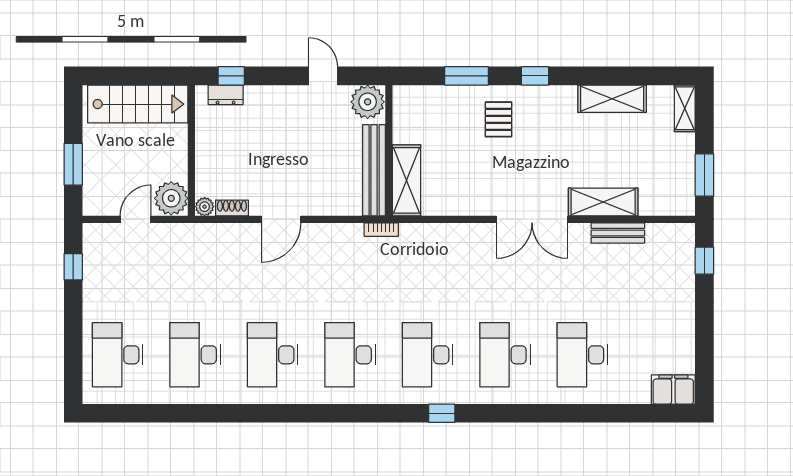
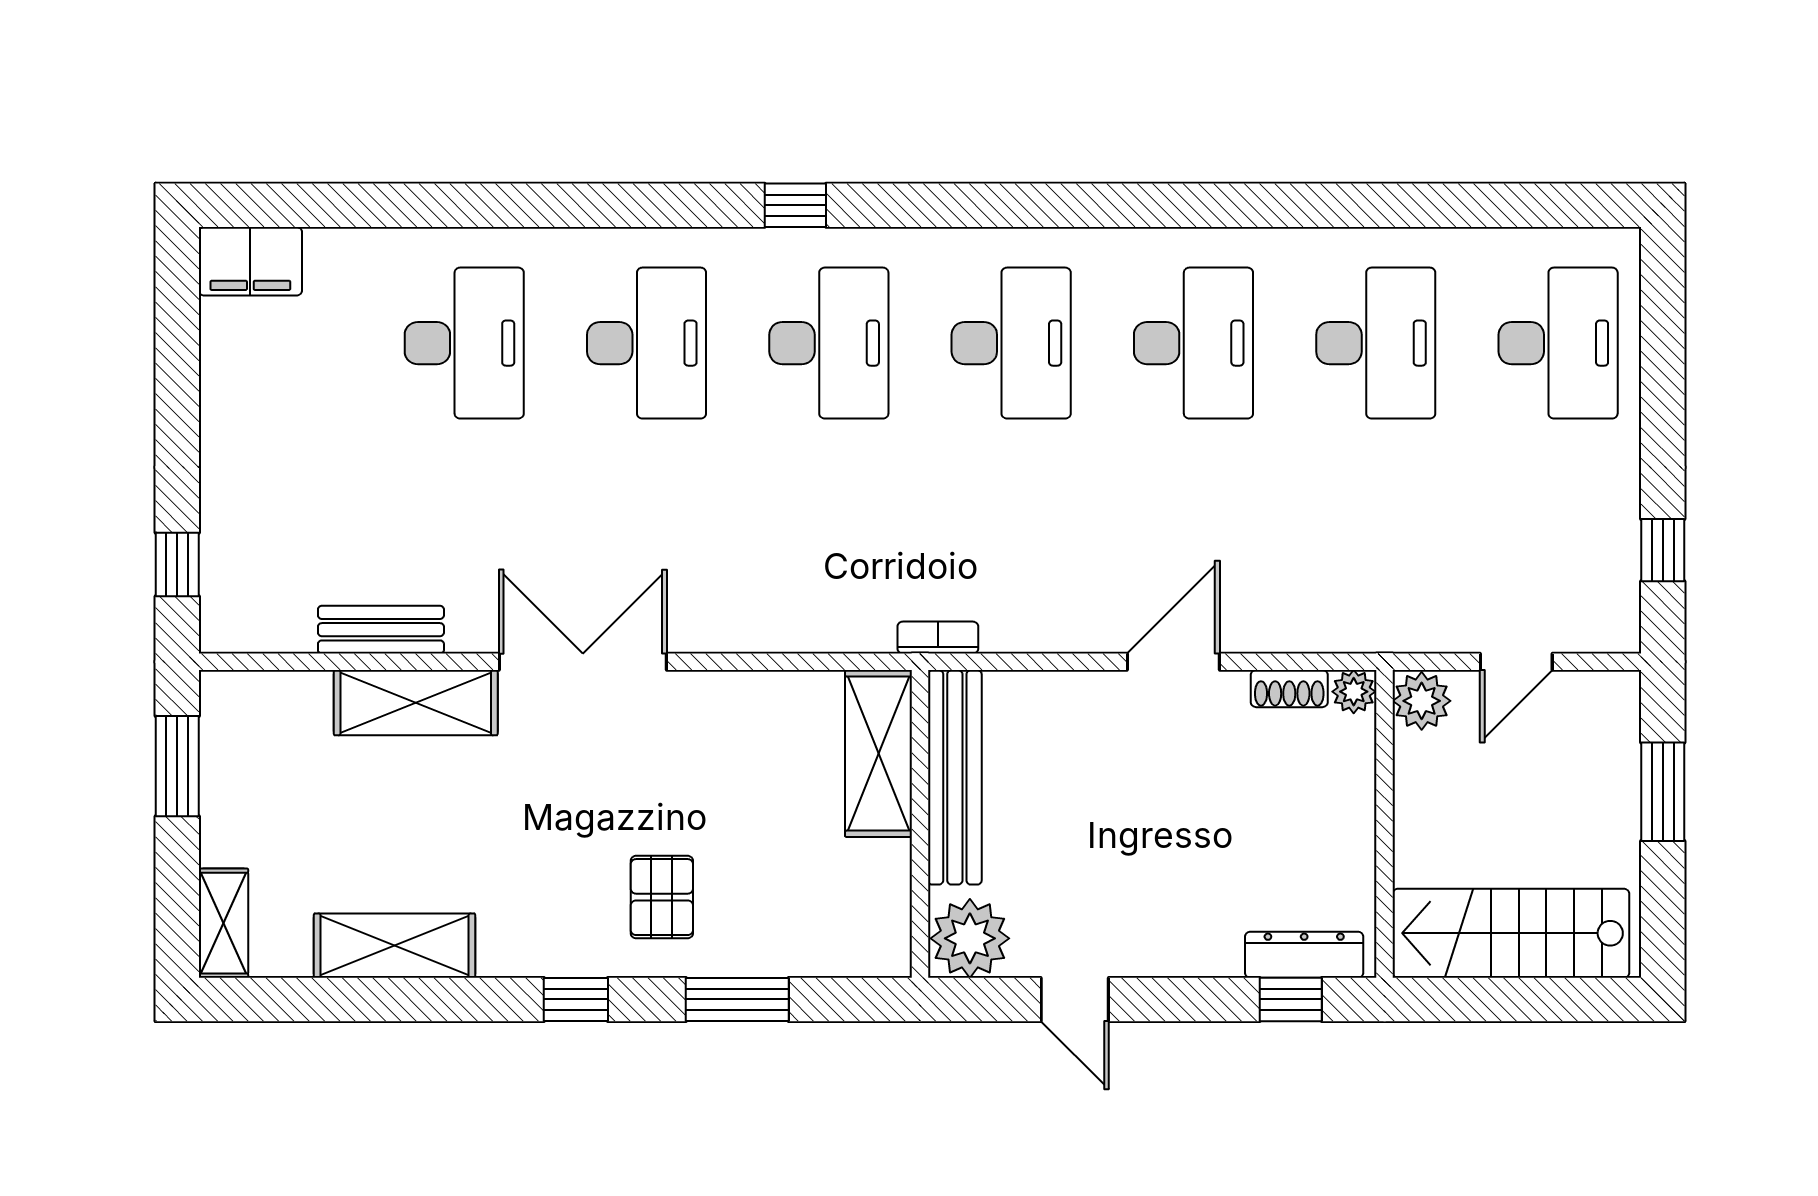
dresser: (226, 95) -> (1304, 955), width x1.44
plant: (171, 198) -> (1422, 701), width x0.73, depth x0.73

